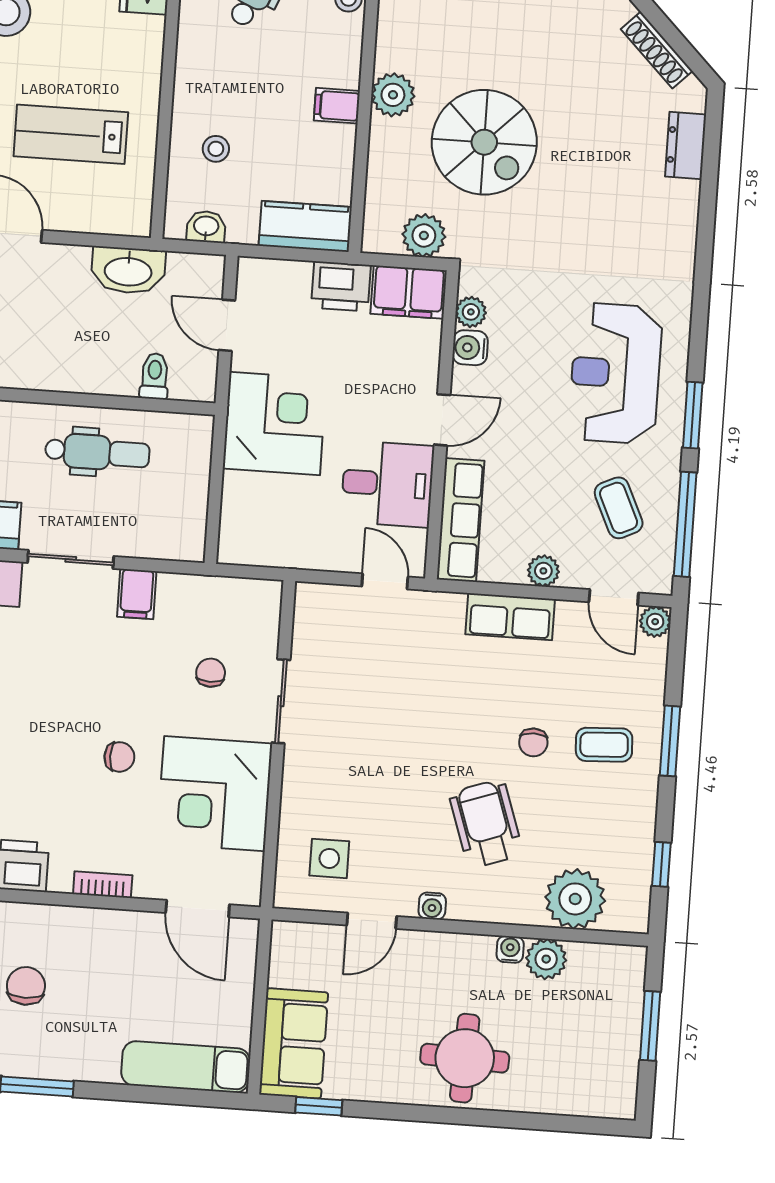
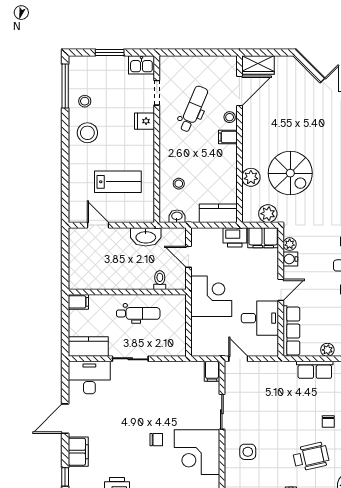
plant: (393, 95) -> (251, 177), moved
filing cabinet: (337, 106) -> (228, 137), moved
lab bench: (71, 134) -> (118, 182), turned 180
door: (385, 581) -> (238, 359), moved
filing cabinet: (137, 594) -> (212, 371), moved
chair: (211, 673) -> (192, 402), removed
wheelchair: (486, 824) -> (311, 457), turned 96
side table: (329, 858) -> (248, 452), moved

